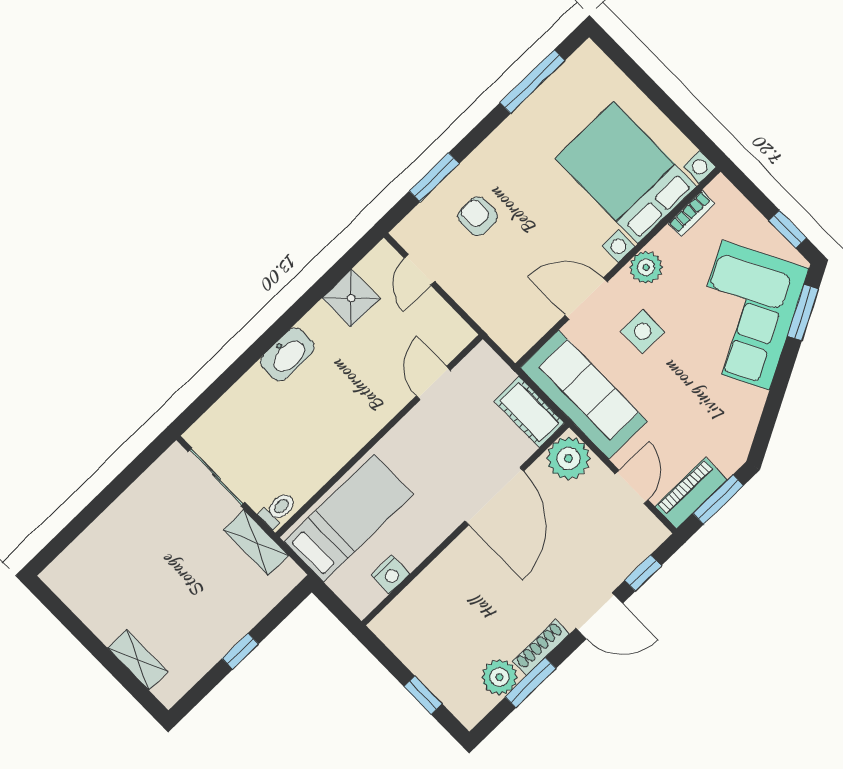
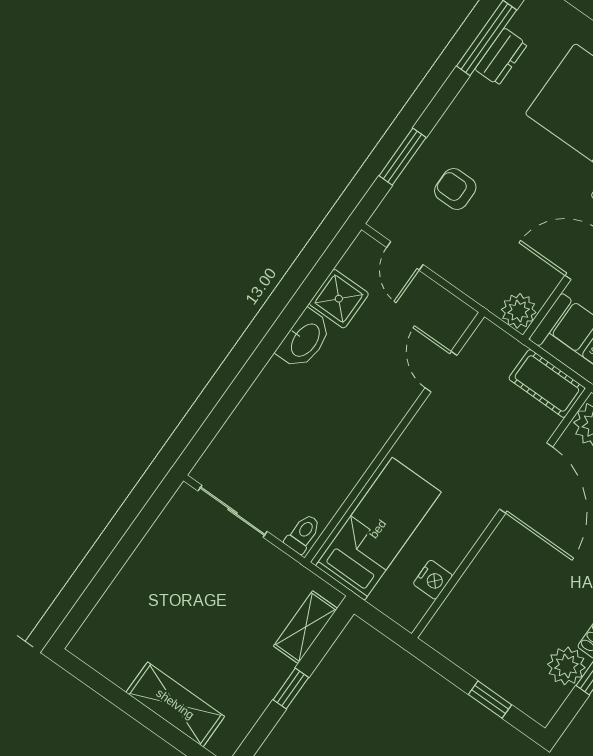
dresser: (543, 101) -> (501, 57), added
plant: (516, 340) -> (519, 311), added
washbasin: (287, 354) -> (305, 340), moved
shelving: (256, 543) -> (305, 627), moved, turned 90
shelving: (138, 660) -> (175, 704), width x1.50, depth x1.33

